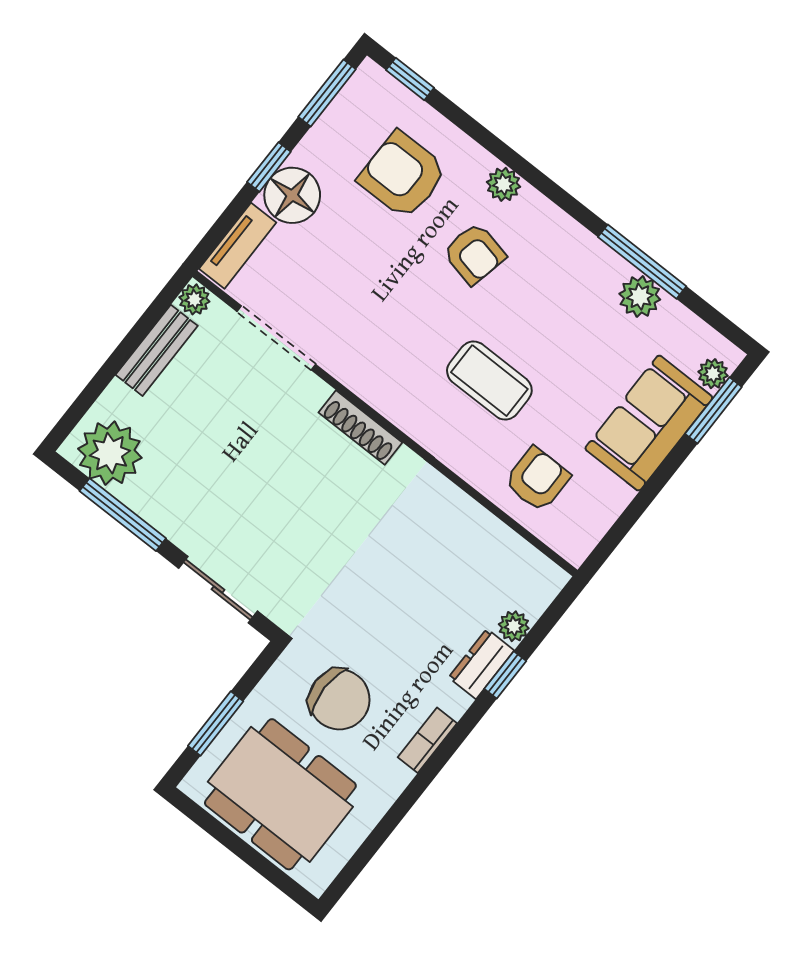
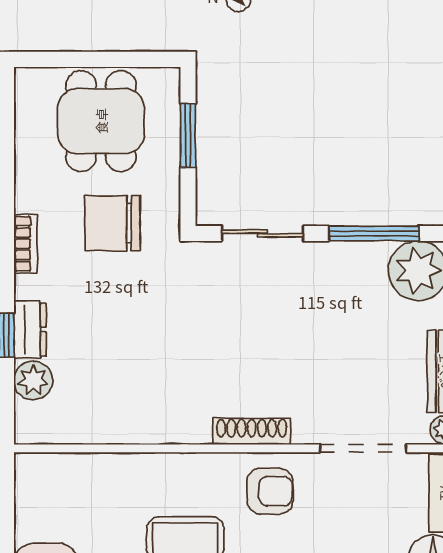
armchair: (537, 479) -> (270, 491), moved, turned -90
plant: (514, 626) -> (33, 380), width x1.38, depth x1.38
dining table: (280, 794) -> (101, 121), width x0.73

